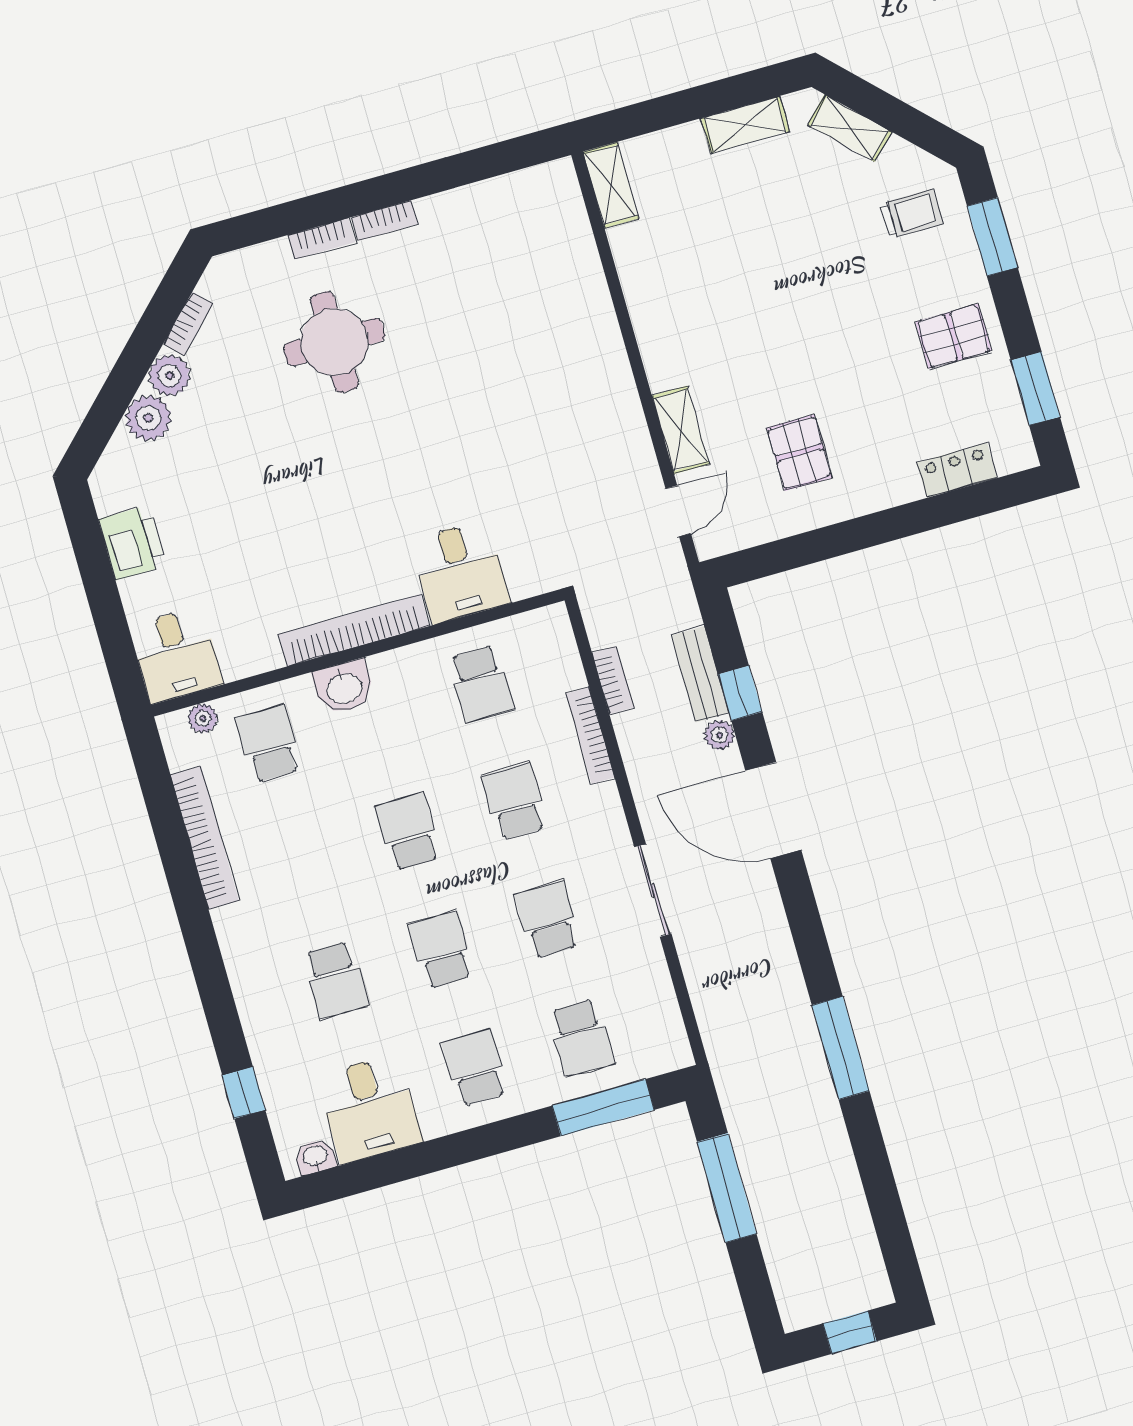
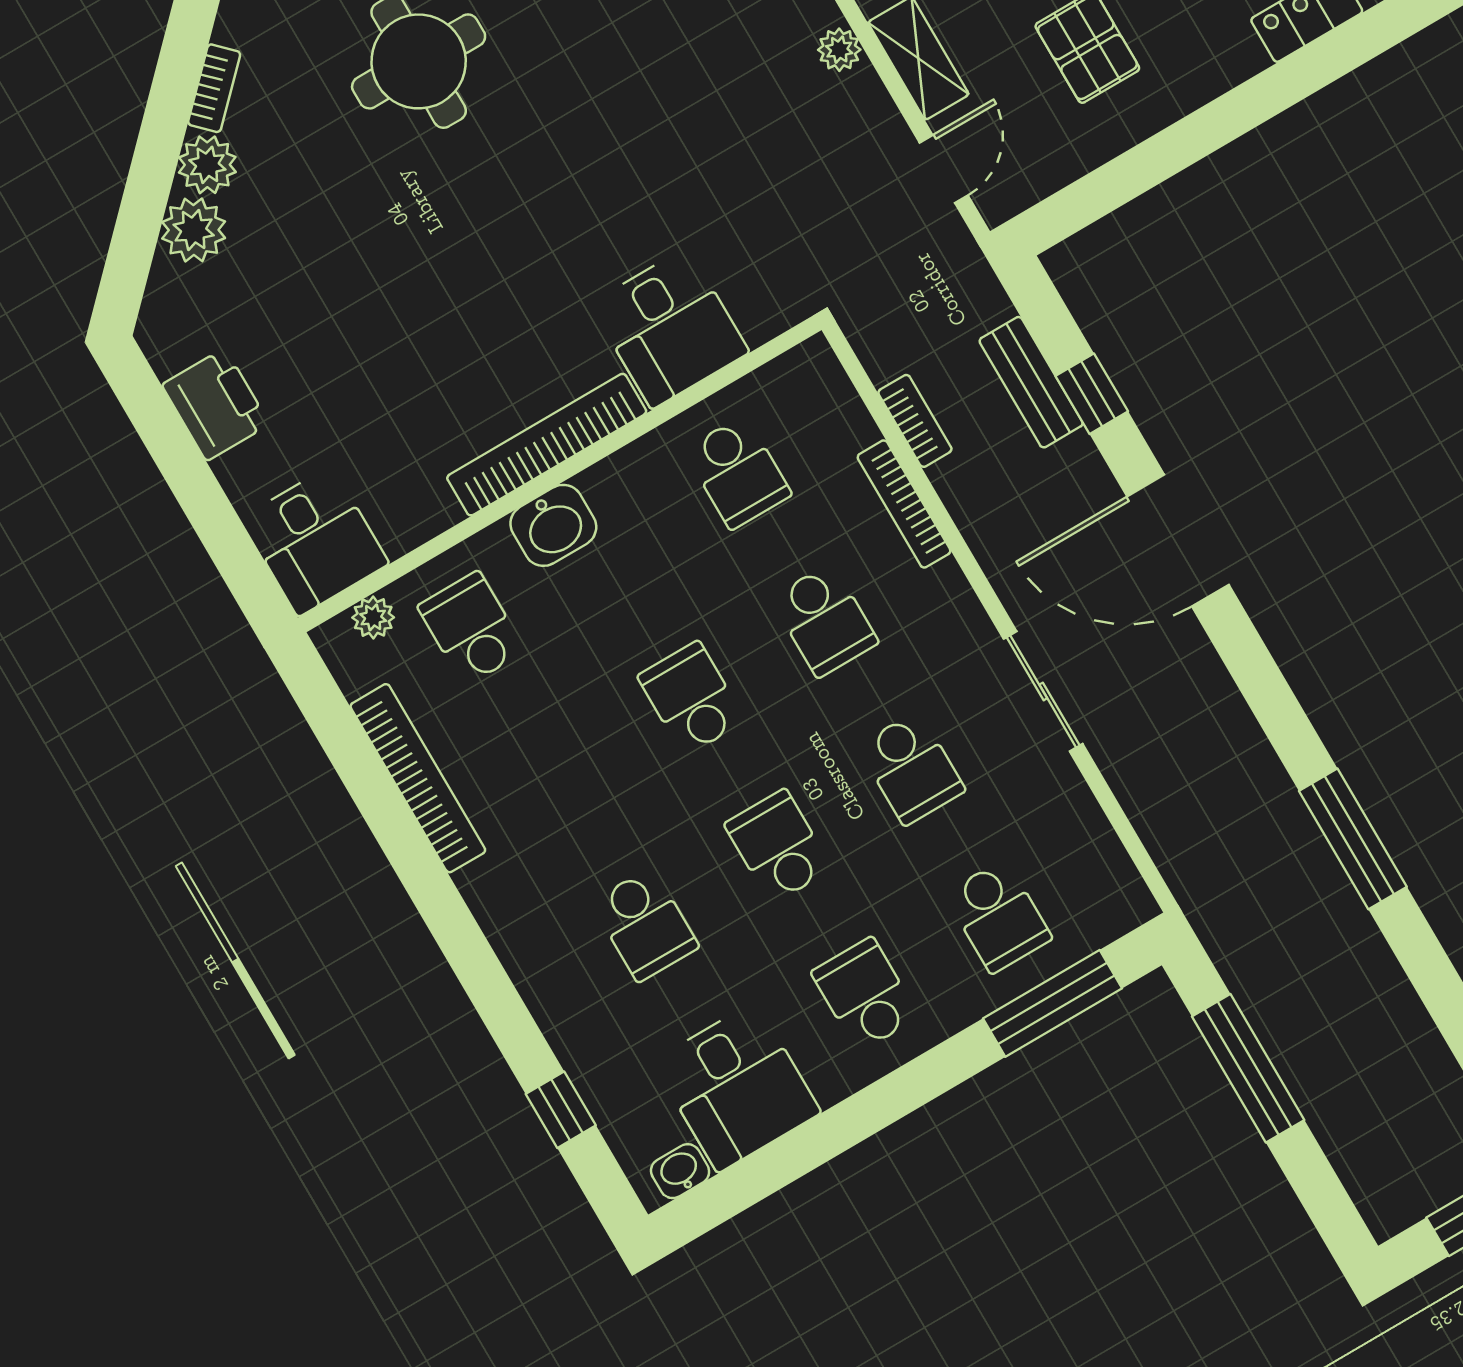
plant: (719, 735) -> (839, 50), moved
school desk: (514, 802) -> (825, 620), turned 180
school desk: (548, 920) -> (911, 768), turned 180

